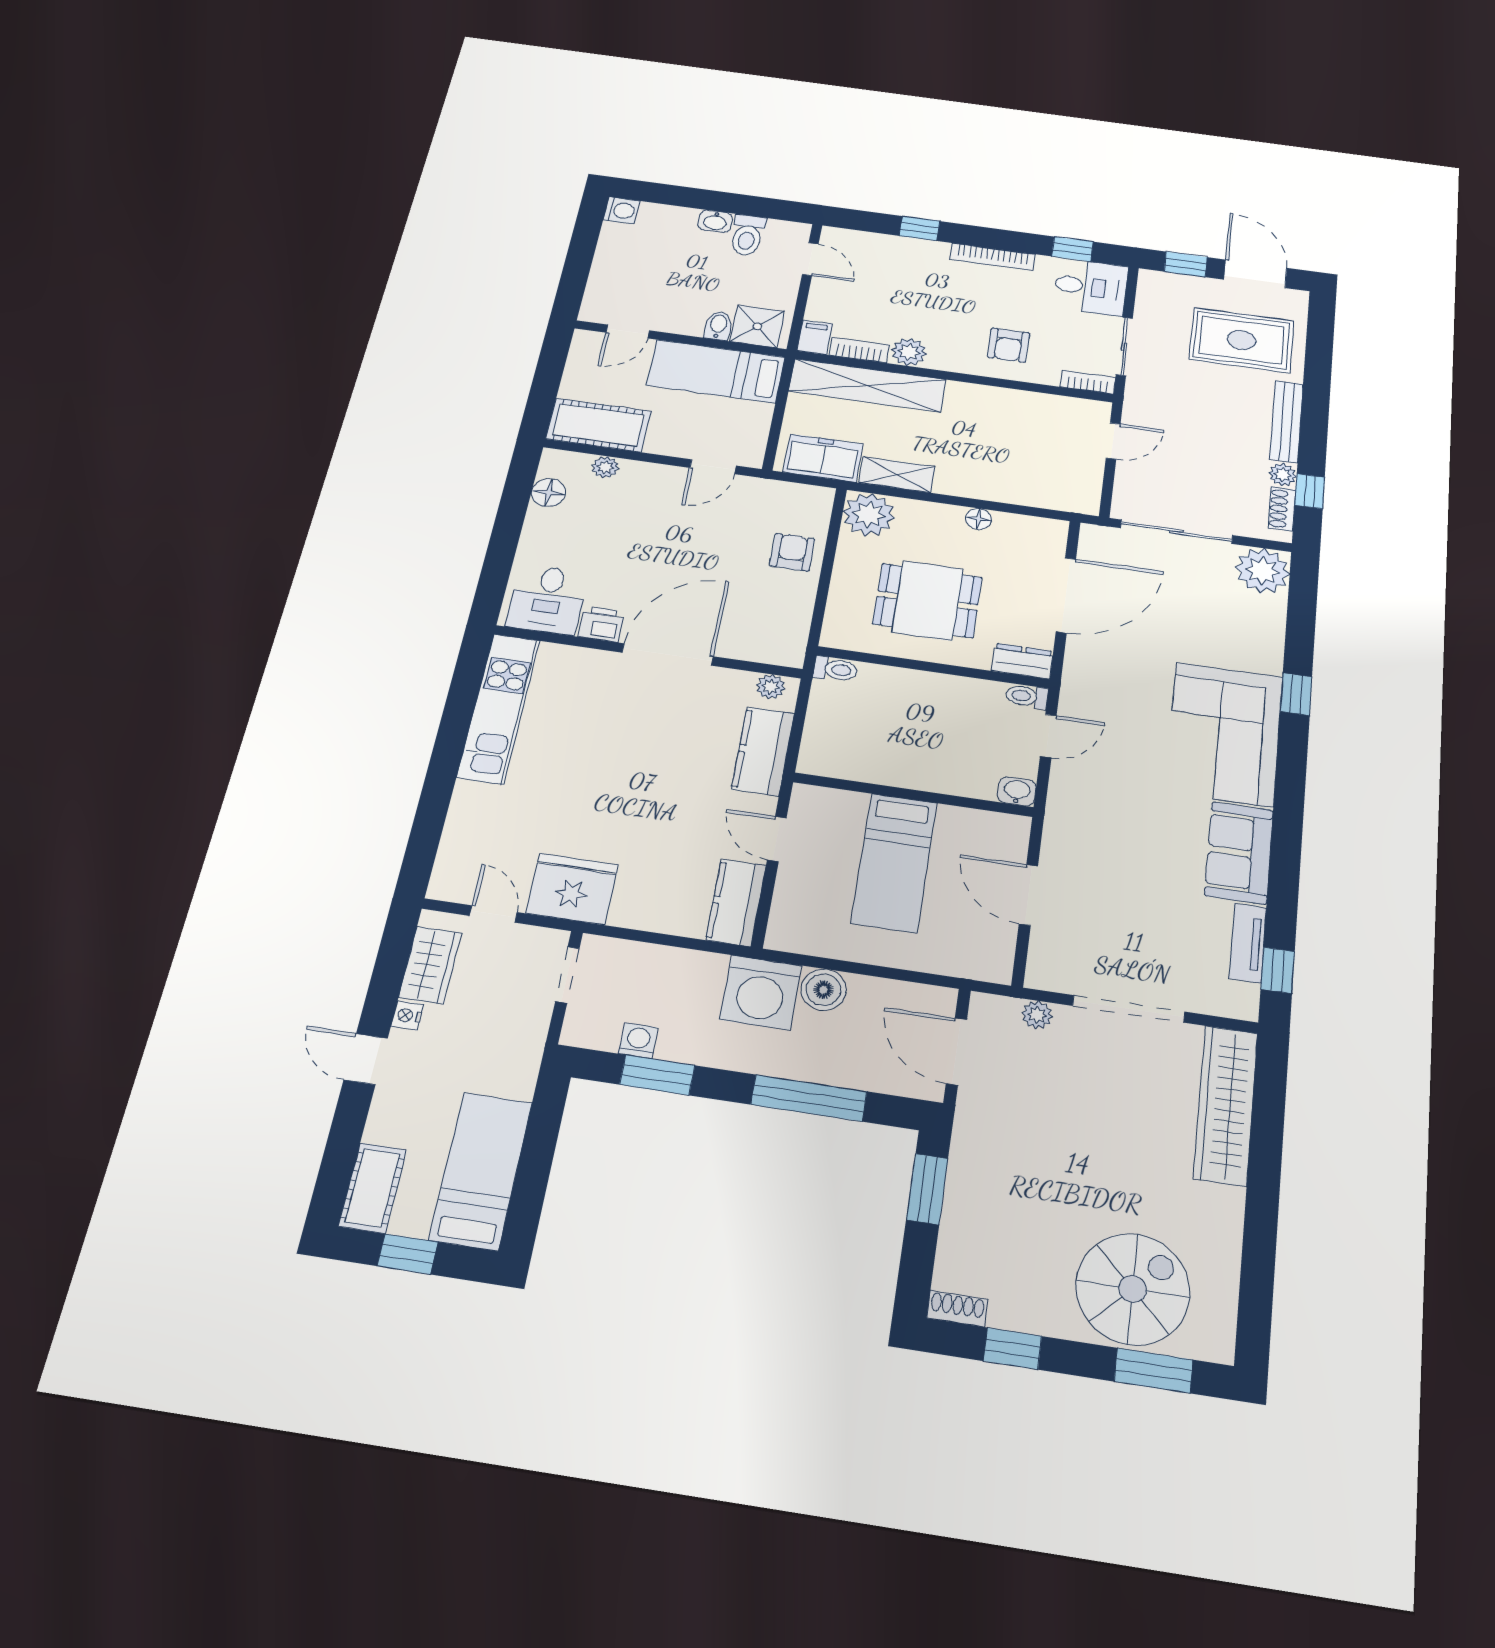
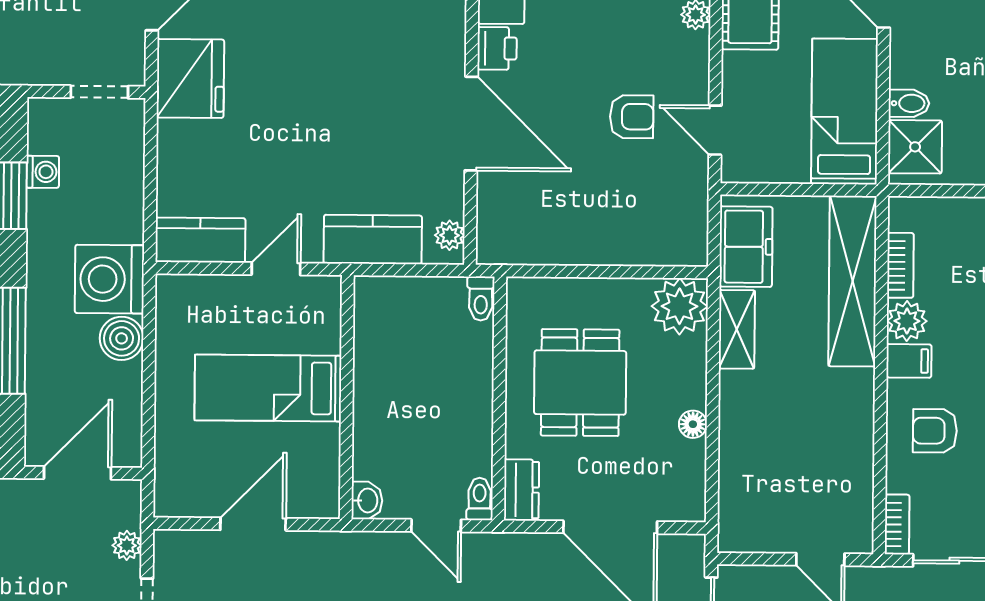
filing cabinet: (815, 337) -> (909, 361), moved
armchair: (792, 552) -> (632, 117), moved

